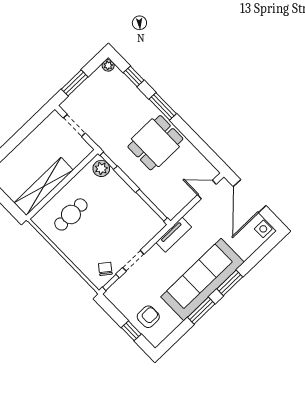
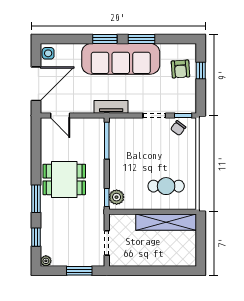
armchair: (148, 317) -> (180, 69), turned -94

